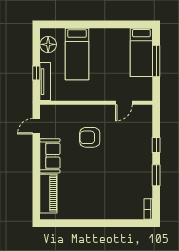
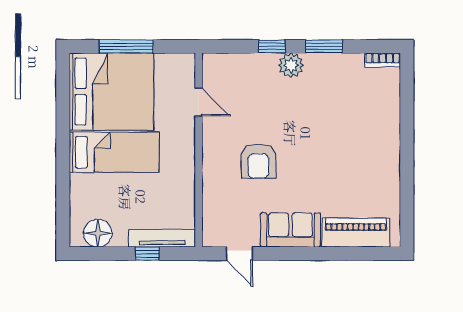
bed: (141, 52) -> (111, 92), width x2.04
bed: (77, 54) -> (114, 152), moved
plant: (145, 156) -> (291, 65), added

